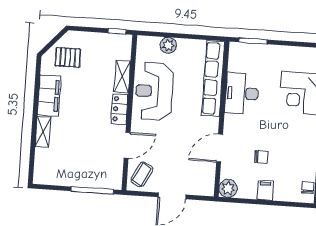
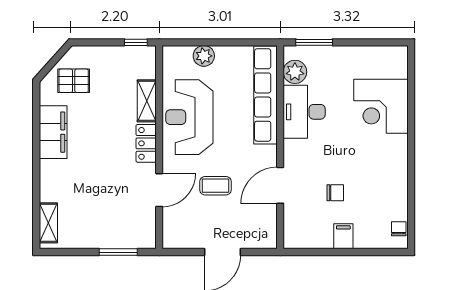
shelving: (43, 132) -> (48, 223), moved
coffee table: (142, 174) -> (215, 186), moved, turned 62
plant: (228, 189) -> (295, 72), moved
window: (92, 190) -> (118, 252), width x0.69

